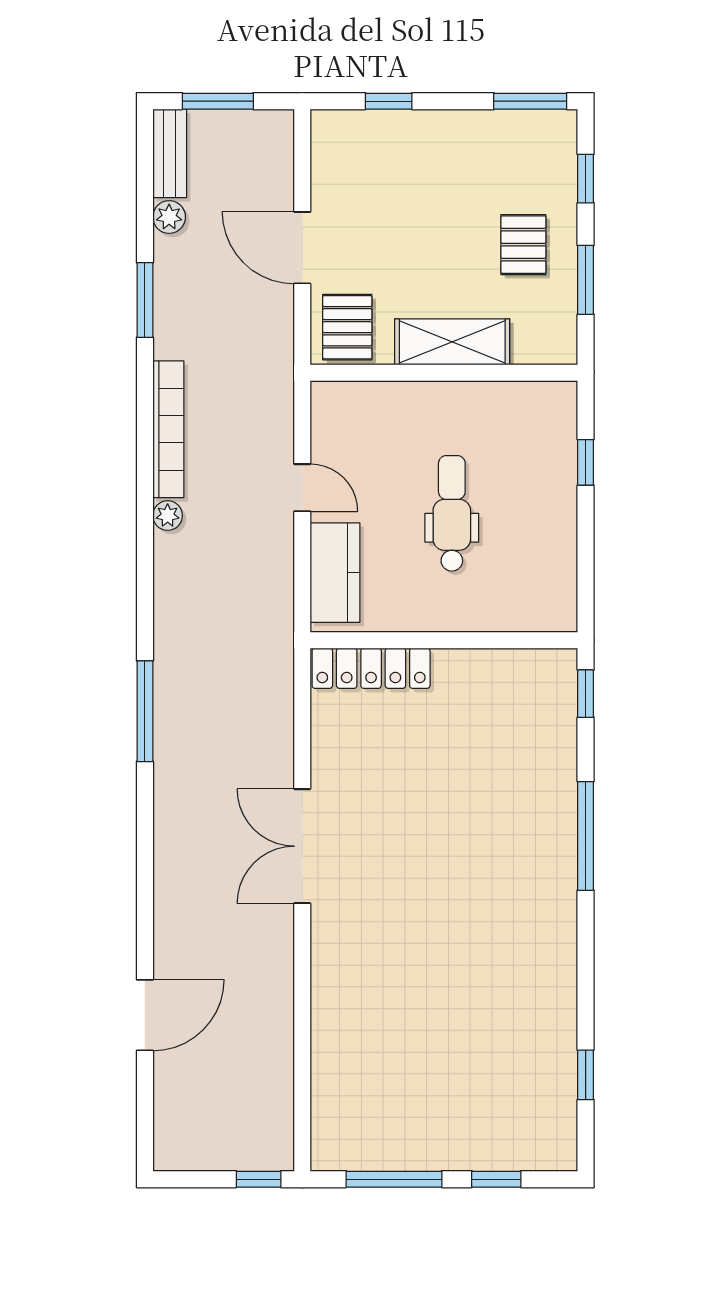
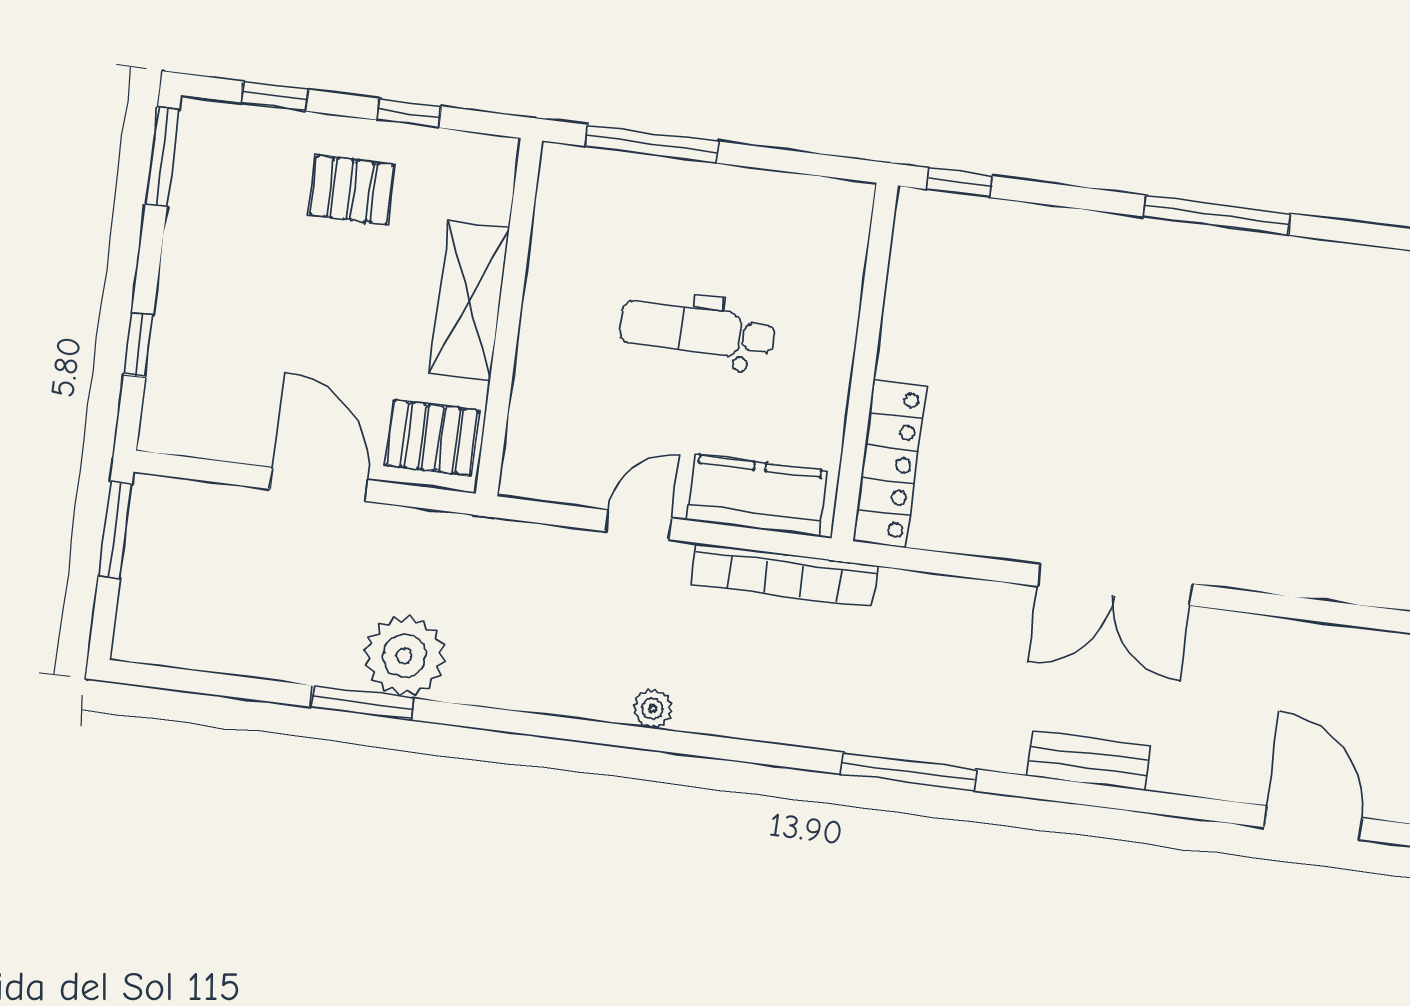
window: (218, 101) -> (115, 530), moved
bench: (170, 153) -> (1088, 761), moved
plant: (169, 217) -> (404, 656), moved, width x1.87, depth x1.87
door: (302, 248) -> (319, 484), swing flipped
window: (586, 280) -> (409, 113), width x0.67
bookcase: (168, 429) -> (784, 575), moved, turned 180
window: (586, 462) -> (652, 144), width x2.17
window: (586, 836) -> (1217, 215), moved

